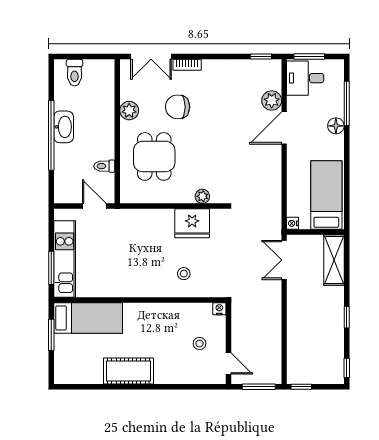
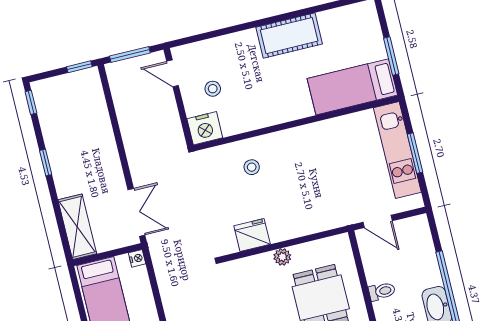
toilet: (104, 166) -> (382, 291), moved
plant: (202, 196) -> (282, 257), moved
fridge: (192, 223) -> (252, 235), width x0.73, depth x0.75
window: (51, 268) -> (415, 153), moved
nightstand: (219, 309) -> (205, 128), width x1.89, depth x1.79

